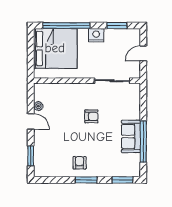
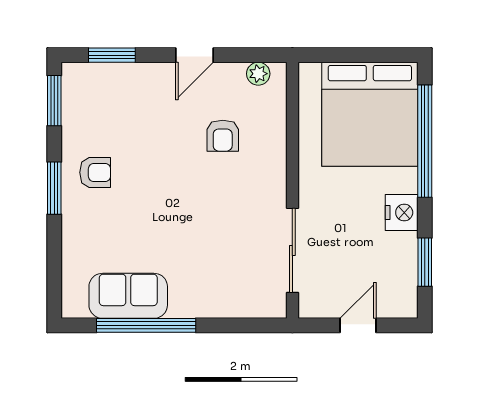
door: (143, 53) -> (358, 325), hinge flipped
plant: (38, 106) -> (258, 74), moved
armchair: (91, 116) -> (223, 136), moved
sofa: (131, 136) -> (128, 296), moved
window: (123, 180) -> (54, 101), moved

